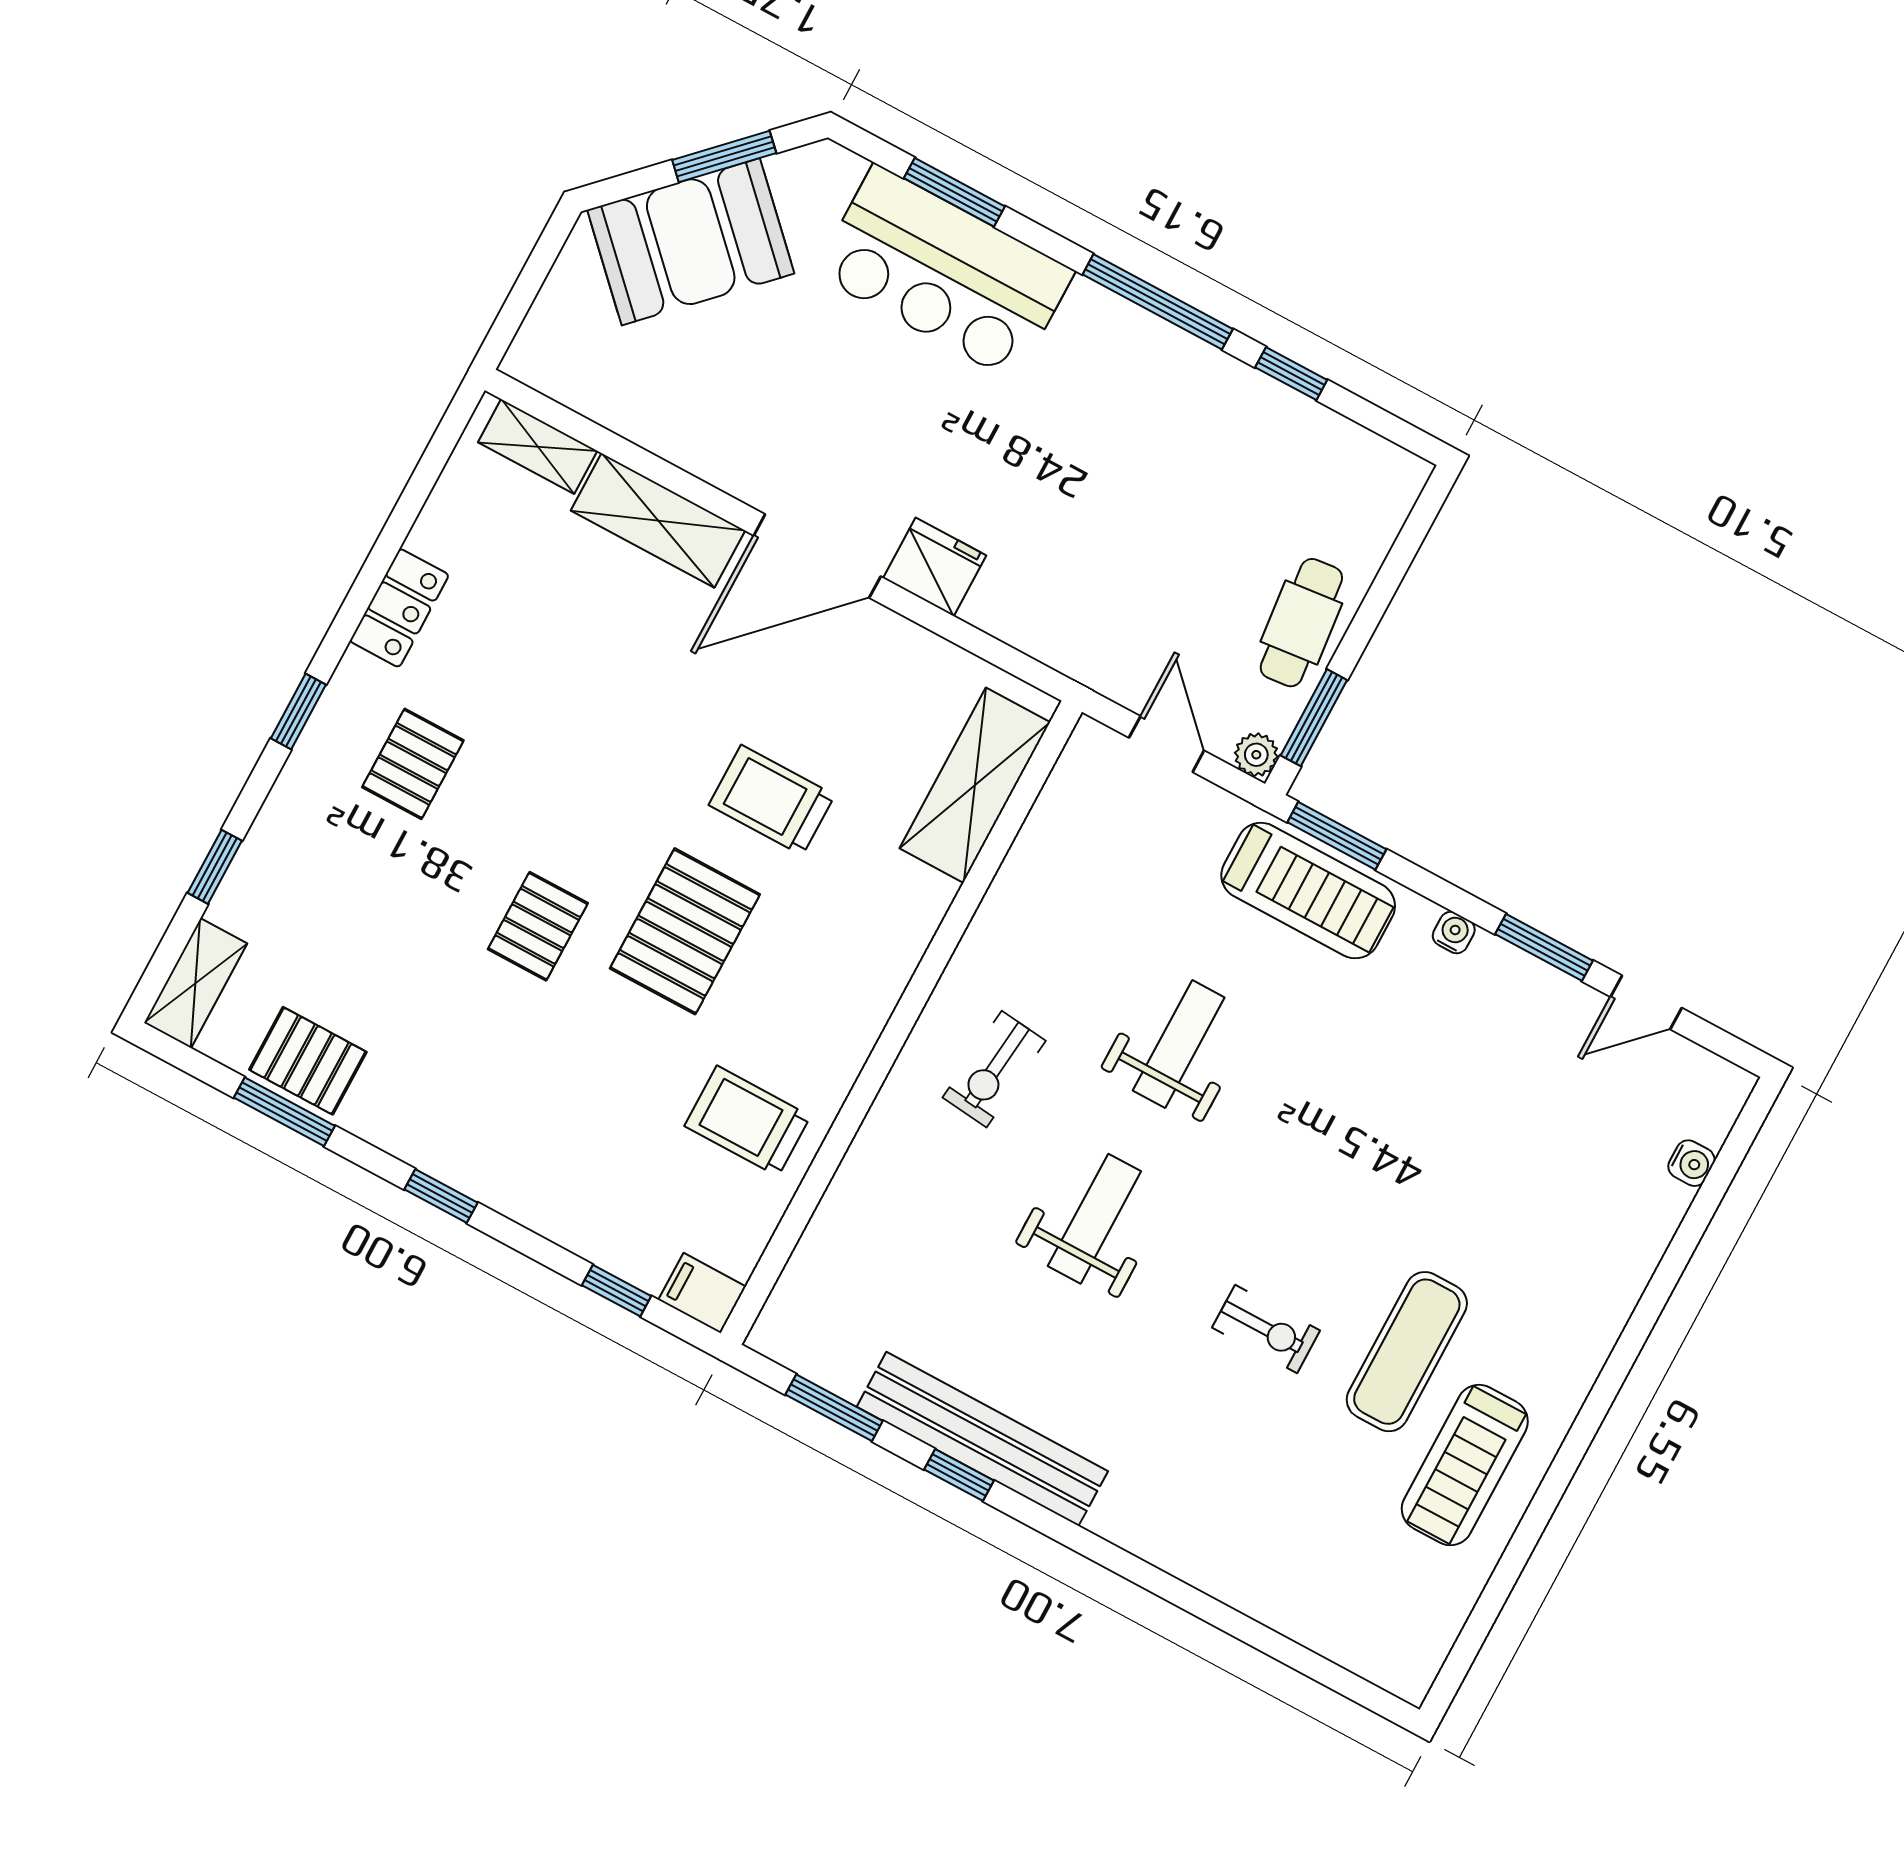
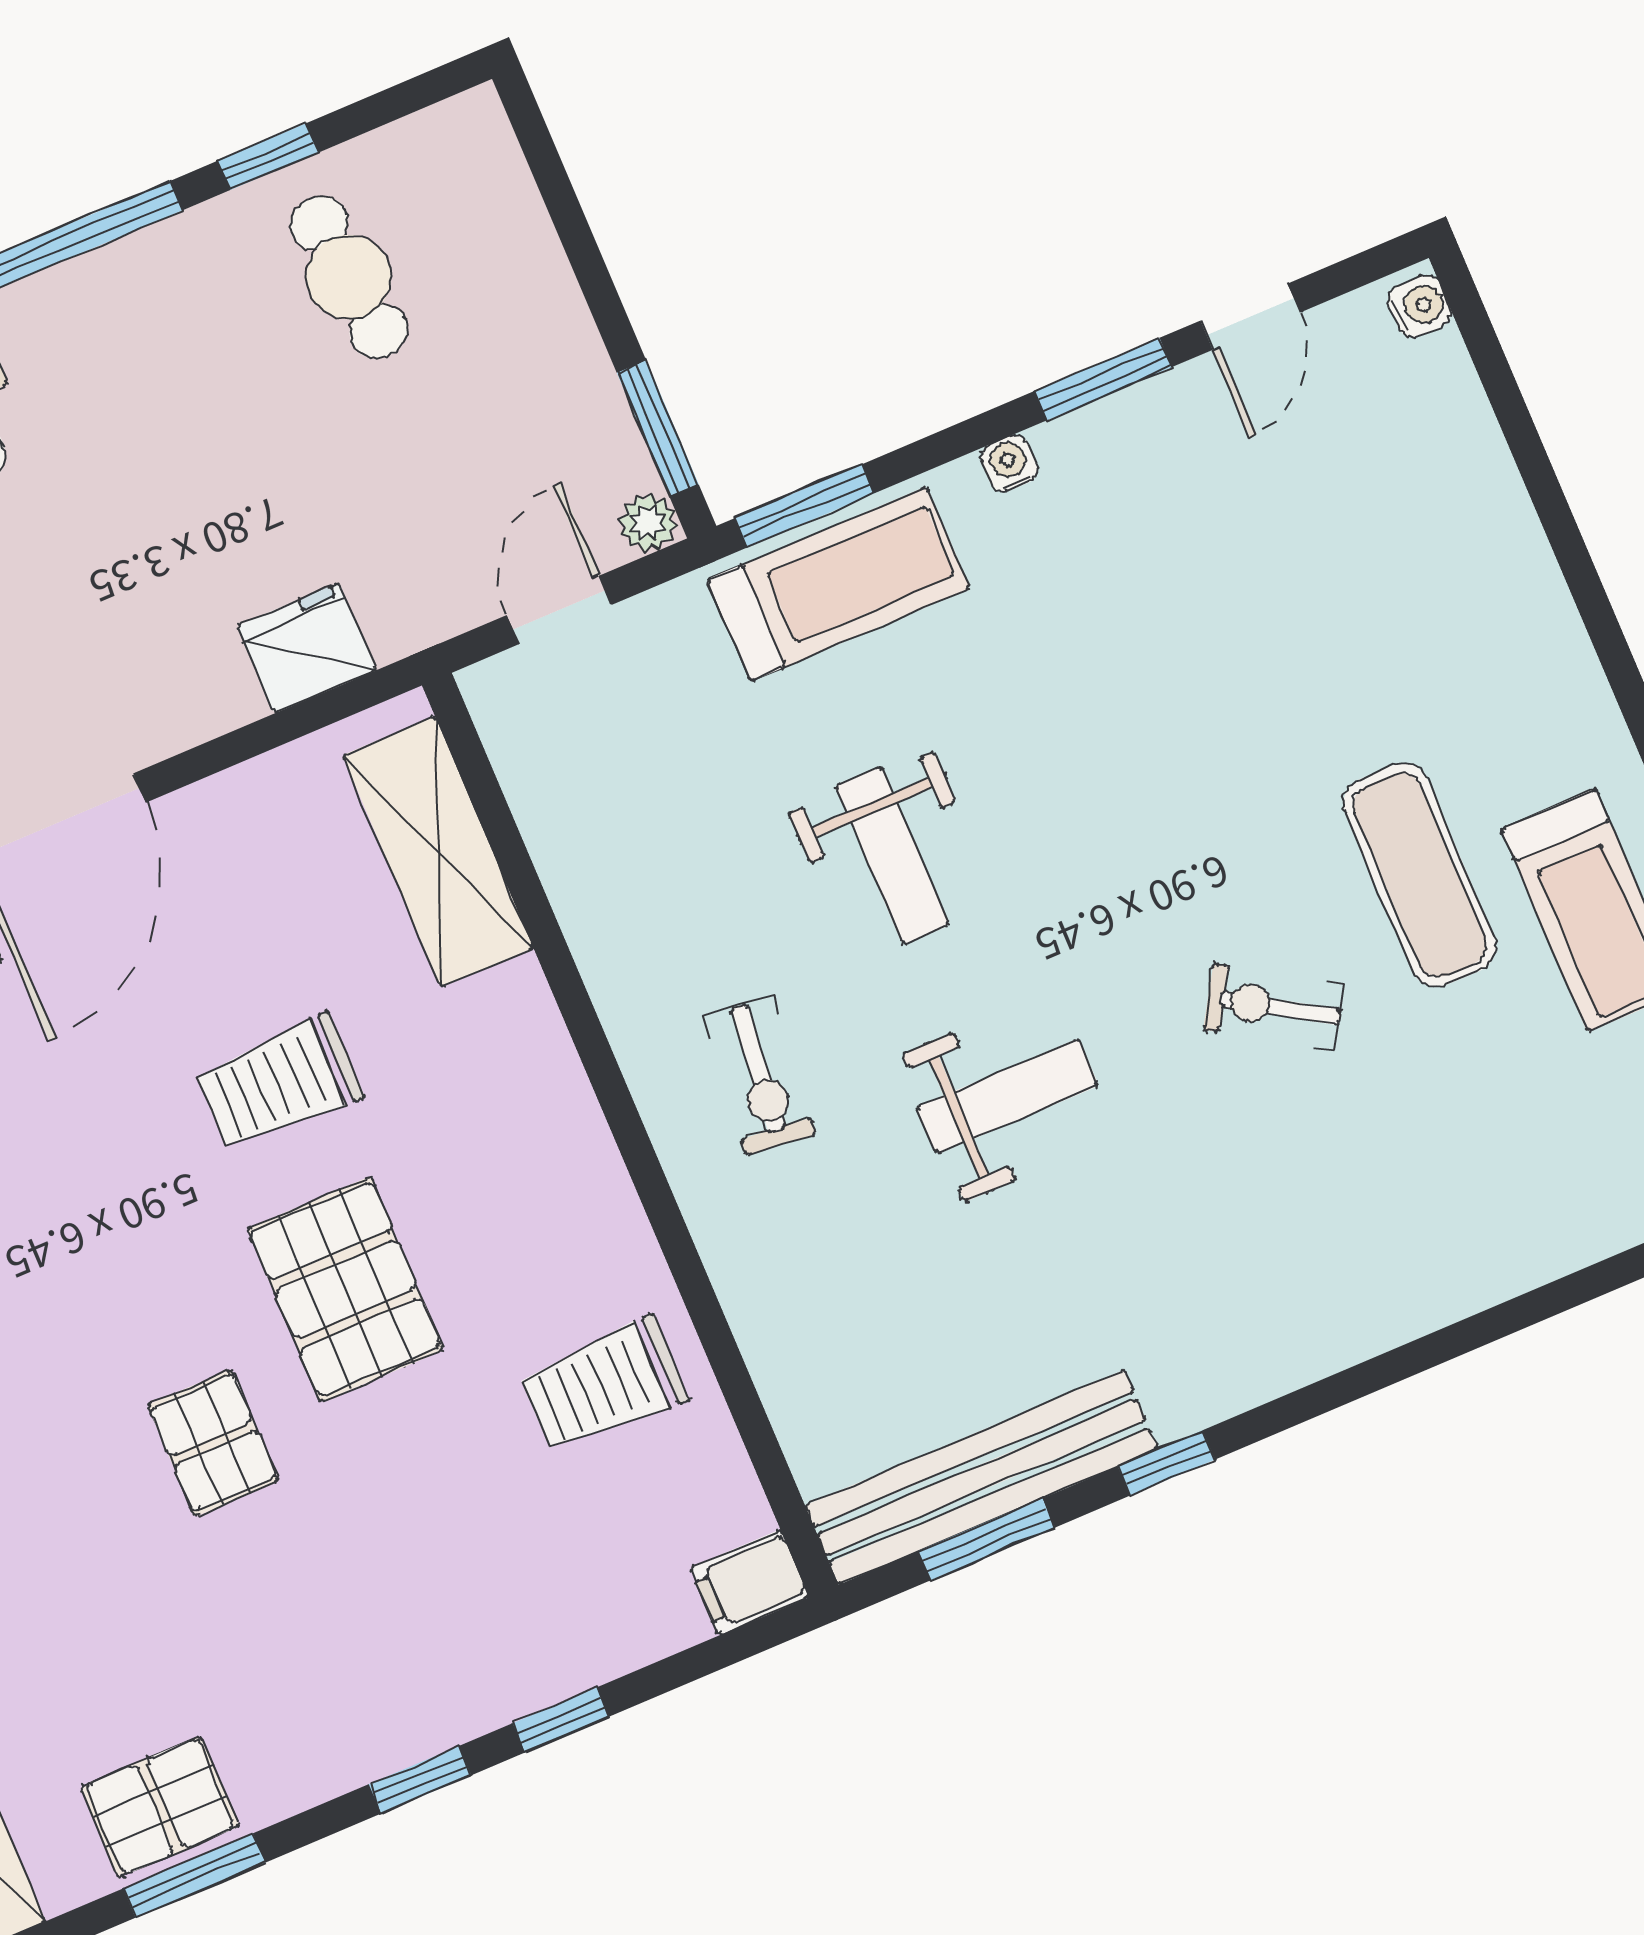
fridge: (935, 567) -> (307, 648), moved
cafe table: (1301, 623) -> (349, 277), moved
door: (1167, 744) -> (559, 610), hinge flipped
weight bench: (1179, 1044) -> (892, 855), turned 180
water cooler: (1691, 1163) -> (1420, 306), moved
weight bench: (1094, 1219) -> (1007, 1096), turned 90
window: (617, 1291) -> (561, 1720), moved
exercise bike: (1266, 1329) -> (1274, 1007), turned -148
bench: (982, 1439) -> (982, 1477), moved

